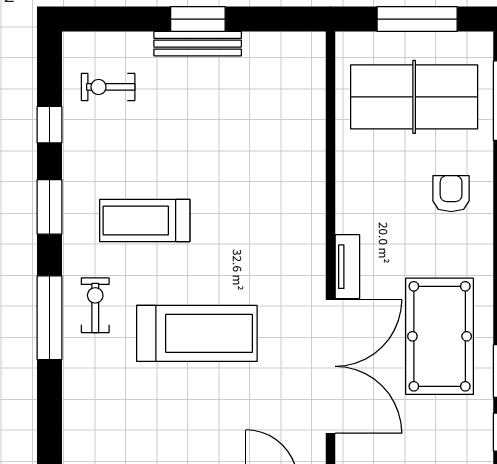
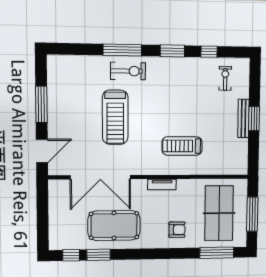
treadmill: (145, 220) -> (182, 146), moved, turned -90
tv unit: (347, 267) -> (162, 184), moved
exercise bike: (95, 305) -> (128, 71), width x1.38, depth x1.39

